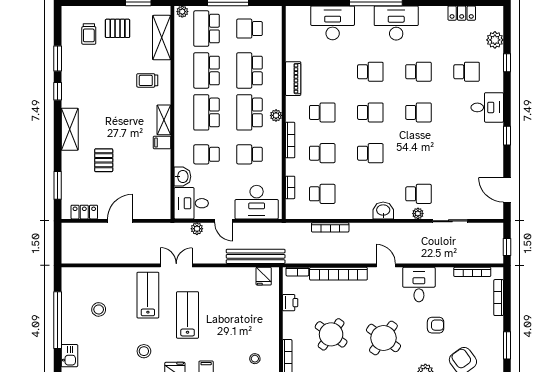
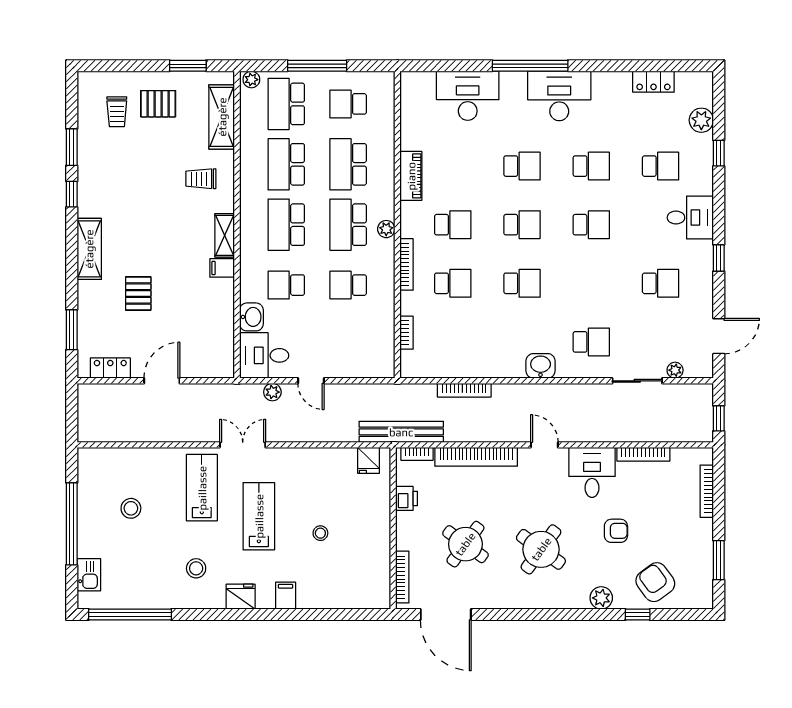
door: (507, 190) -> (719, 336), swing flipped
school desk: (322, 194) -> (661, 283), moved
desk: (257, 202) -> (358, 354), removed
plant: (418, 214) -> (675, 370), moved
bench: (256, 256) -> (401, 432), moved
bookcase: (472, 272) -> (643, 454), moved
stool: (255, 359) -> (320, 533), moved

